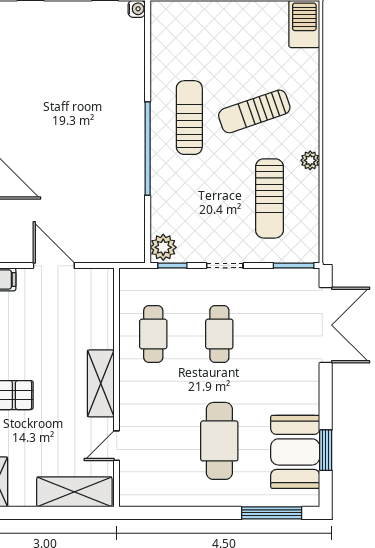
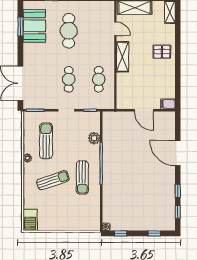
plant: (163, 247) -> (94, 138), moved
door: (117, 446) -> (115, 29), hinge flipped

